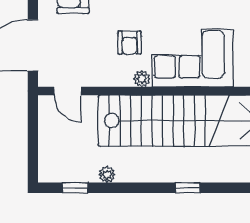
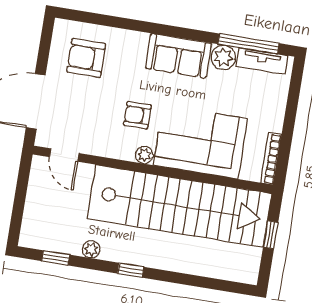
armchair: (130, 43) -> (137, 115), turned 90
window: (188, 188) -> (131, 270), moved

